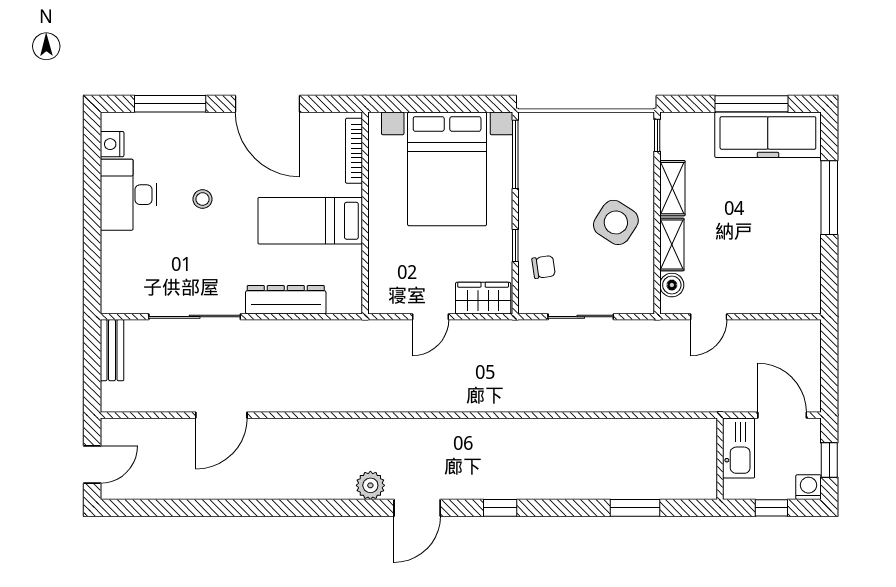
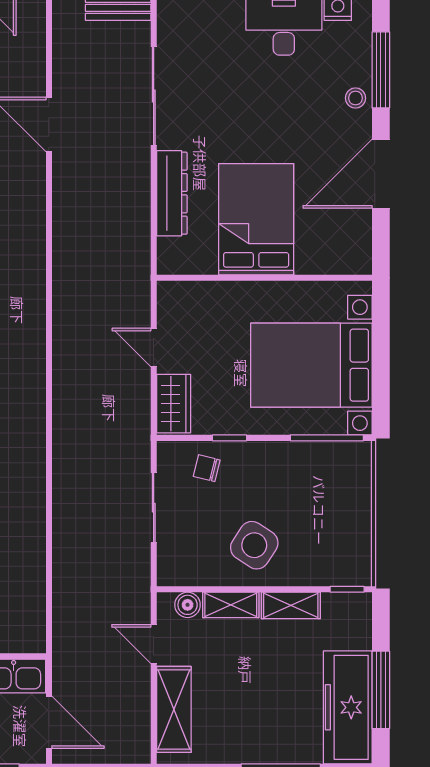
bookcase: (354, 151) -> (331, 266), removed
stool: (203, 199) -> (356, 98), moved
bed: (310, 221) -> (256, 219), width x1.50
chair: (544, 267) -> (207, 468), turned 112
shelving: (770, 298) -> (174, 709), added
door: (782, 415) -> (49, 722), hinge flipped

